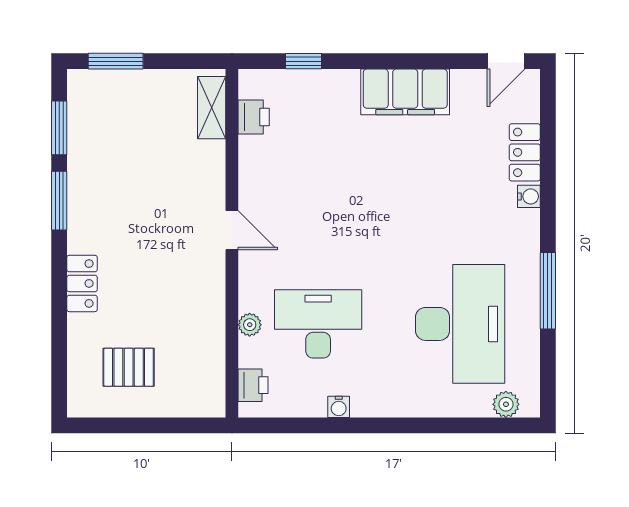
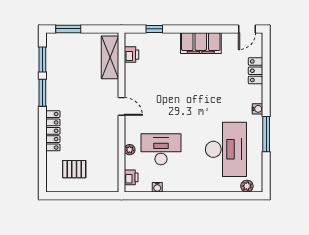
shelving: (212, 108) -> (110, 57), width x1.50, depth x1.33
water cooler: (529, 196) -> (257, 109), moved
locker: (82, 283) -> (53, 131), width x1.53
water cooler: (339, 407) -> (157, 187), moved

